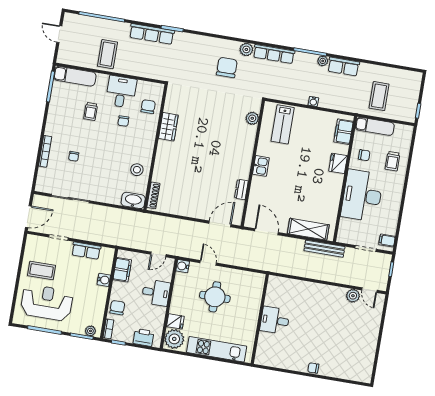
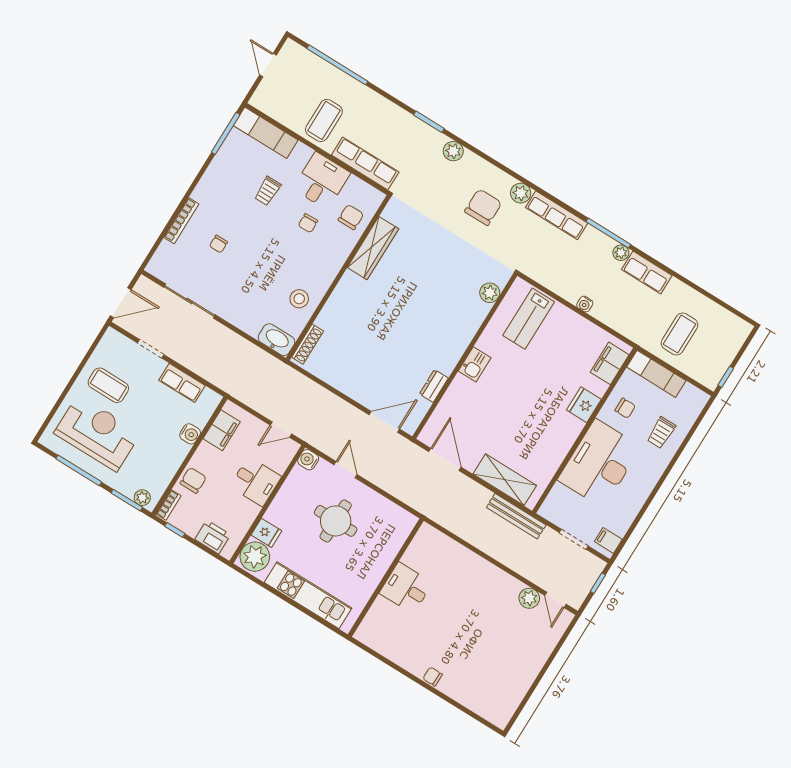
row of seats: (152, 34) -> (365, 163), moved, turned 180
plant: (194, 41) -> (453, 151), added
wardrobe: (168, 127) -> (373, 248), width x1.50

